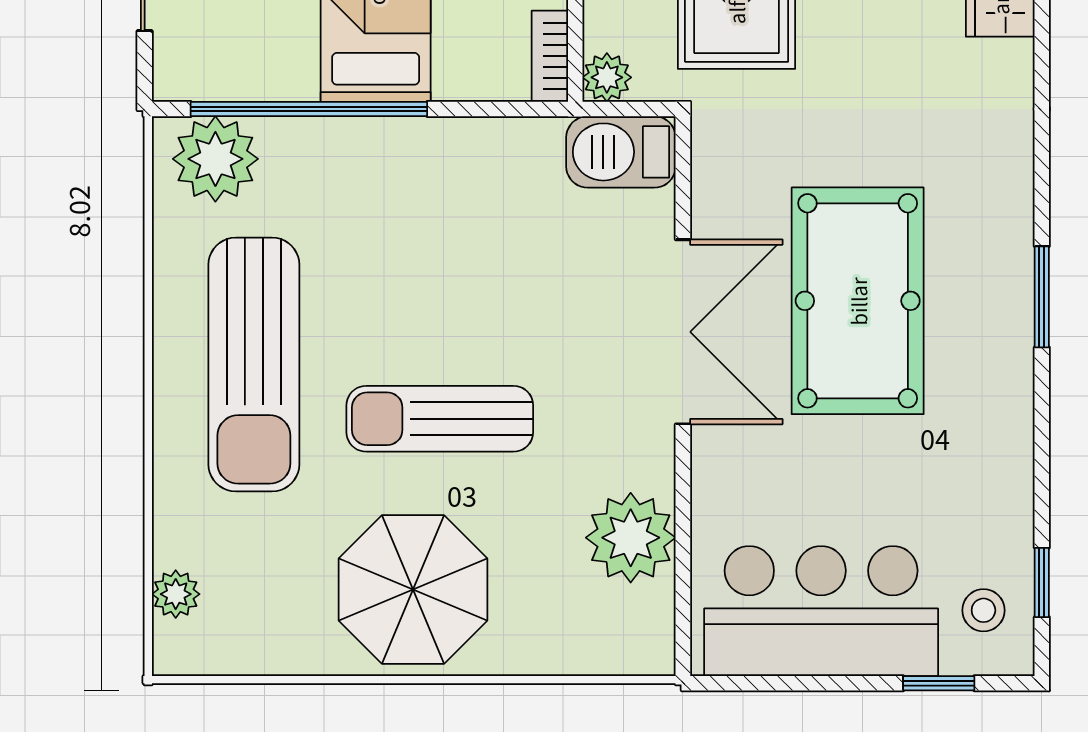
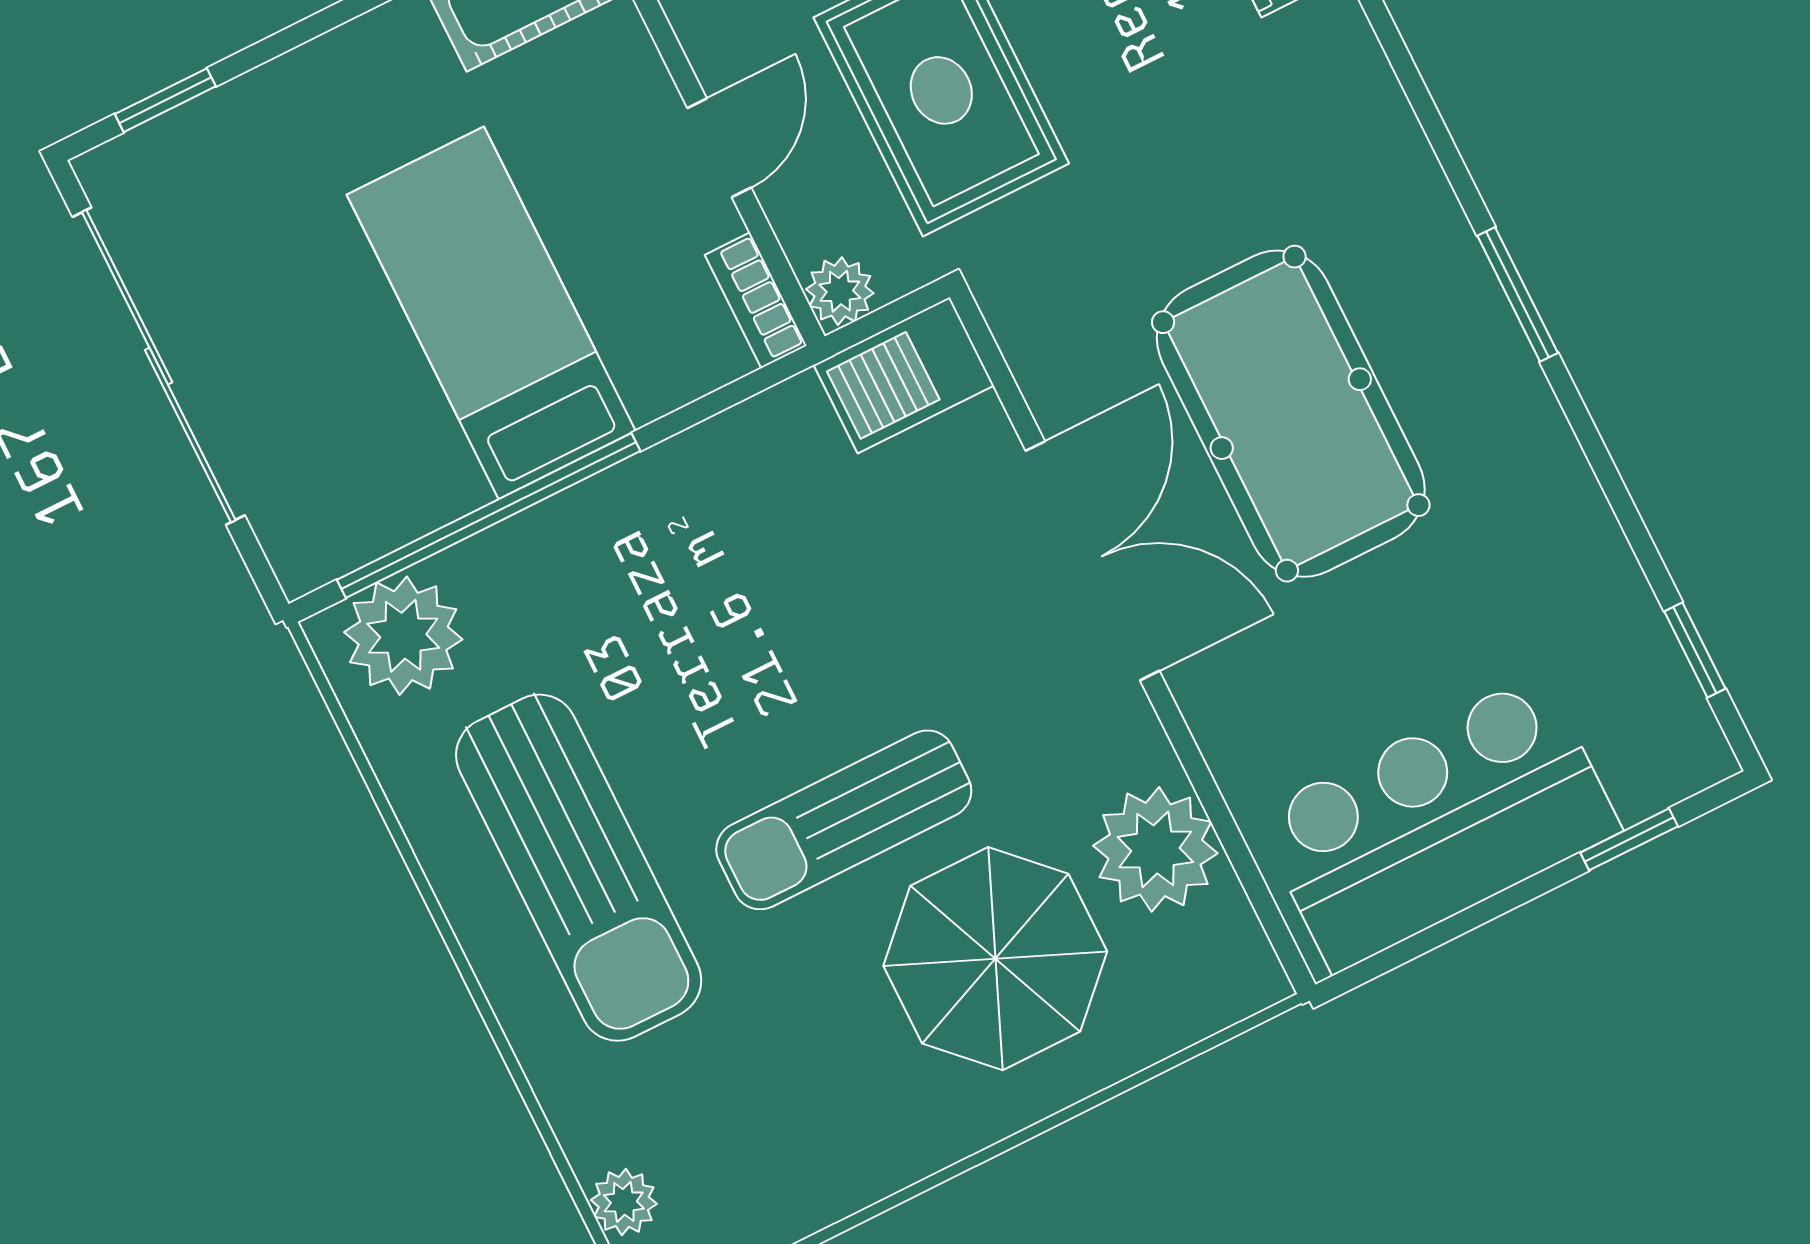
parasol: (413, 589) -> (995, 959), moved
stool: (983, 610) -> (1639, 721), removed

